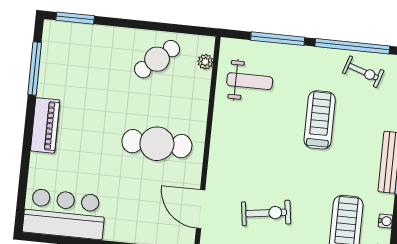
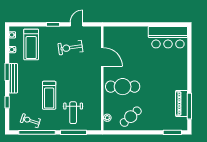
weight bench: (250, 81) -> (73, 113), moved, turned -90
piano: (45, 125) -> (182, 103), moved
cafe table: (157, 144) -> (123, 87), moved
door: (201, 209) -> (102, 57), moved

